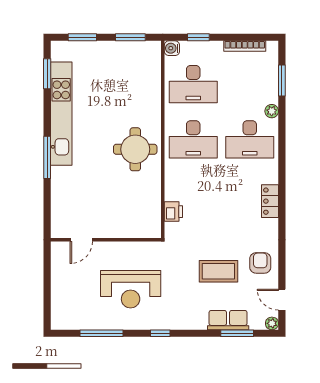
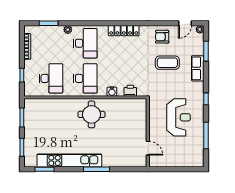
water cooler: (172, 48) -> (112, 92), moved
locker: (270, 201) -> (124, 31), width x1.53
coffee table: (218, 271) -> (167, 63), turned 90
row of seats: (228, 320) -> (198, 68), moved

